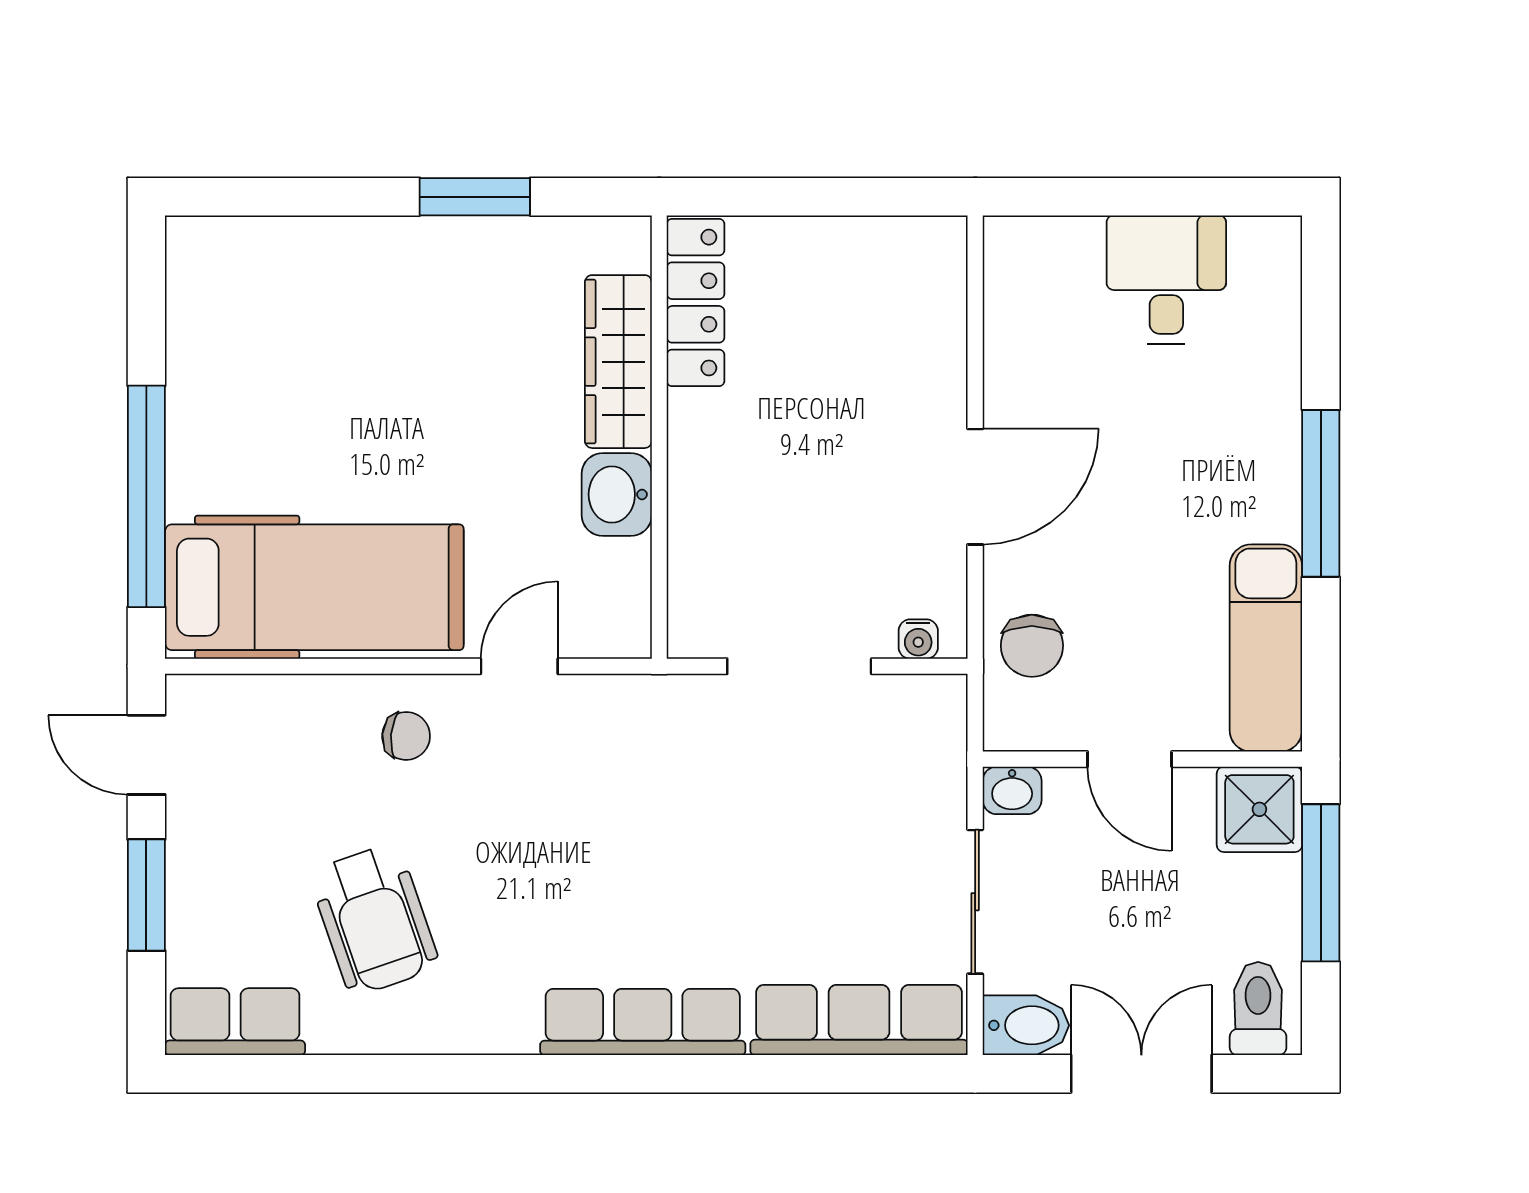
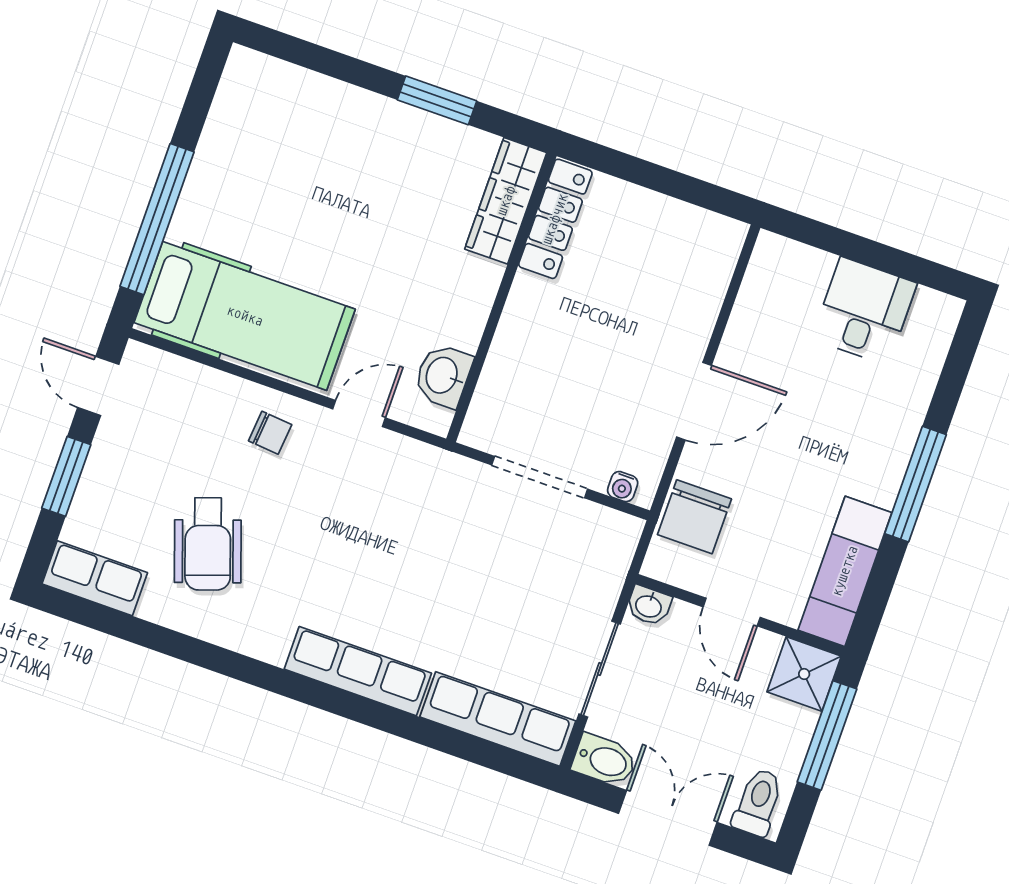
wardrobe: (618, 362) -> (506, 201), moved
washbasin: (617, 494) -> (443, 376), moved
chair: (1032, 646) -> (694, 517), width x1.37, depth x1.37

